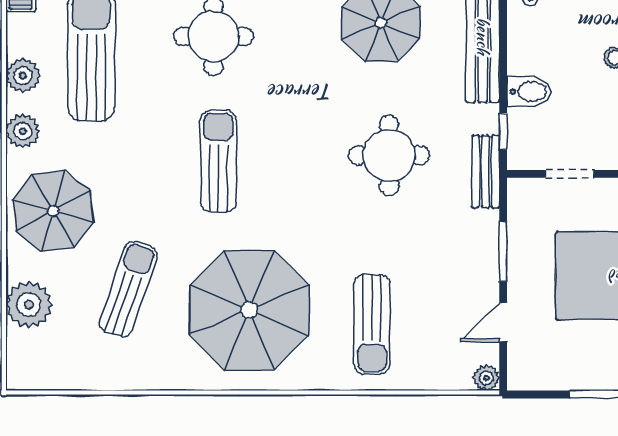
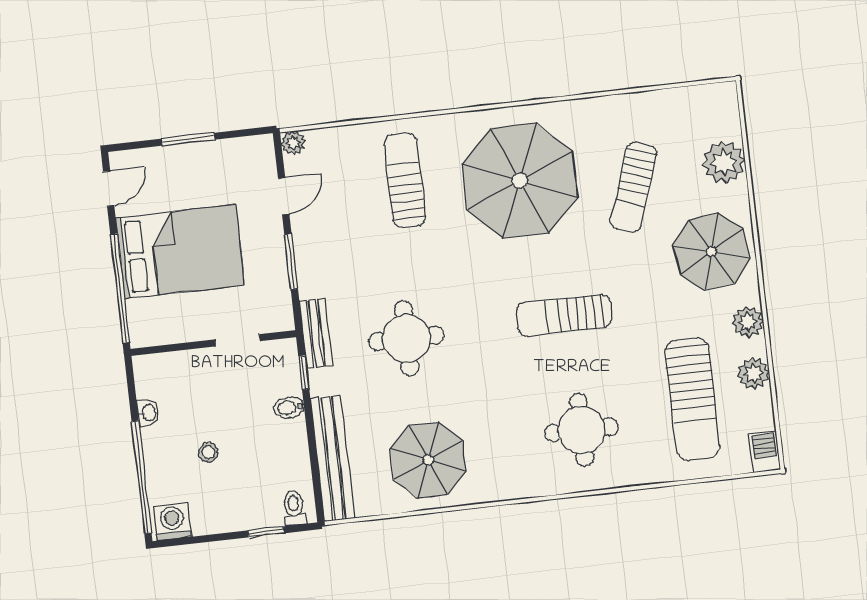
bidet: (529, 91) -> (289, 408), width x0.72, depth x0.74
sun lounger: (218, 161) -> (564, 315), turned 90

